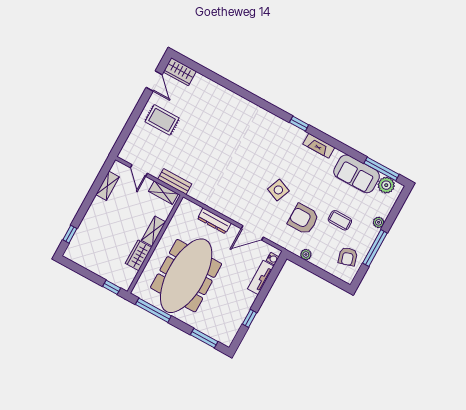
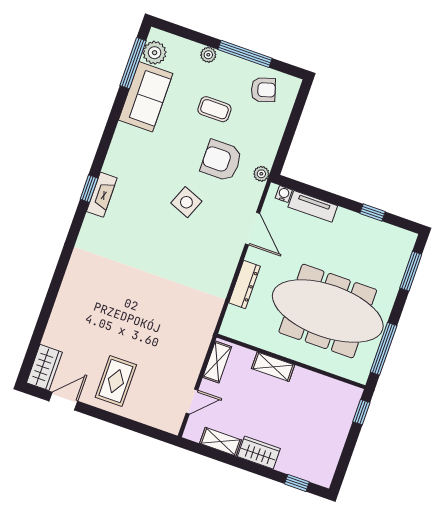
fireplace: (319, 146) -> (102, 195), moved
bench: (175, 182) -> (199, 349), removed
armchair: (303, 219) -> (221, 161), turned 90
coffee table: (340, 220) -> (214, 109), turned 90
plant: (306, 254) -> (261, 174), moved
wardrobe: (139, 255) -> (259, 453), moved, turned 180

